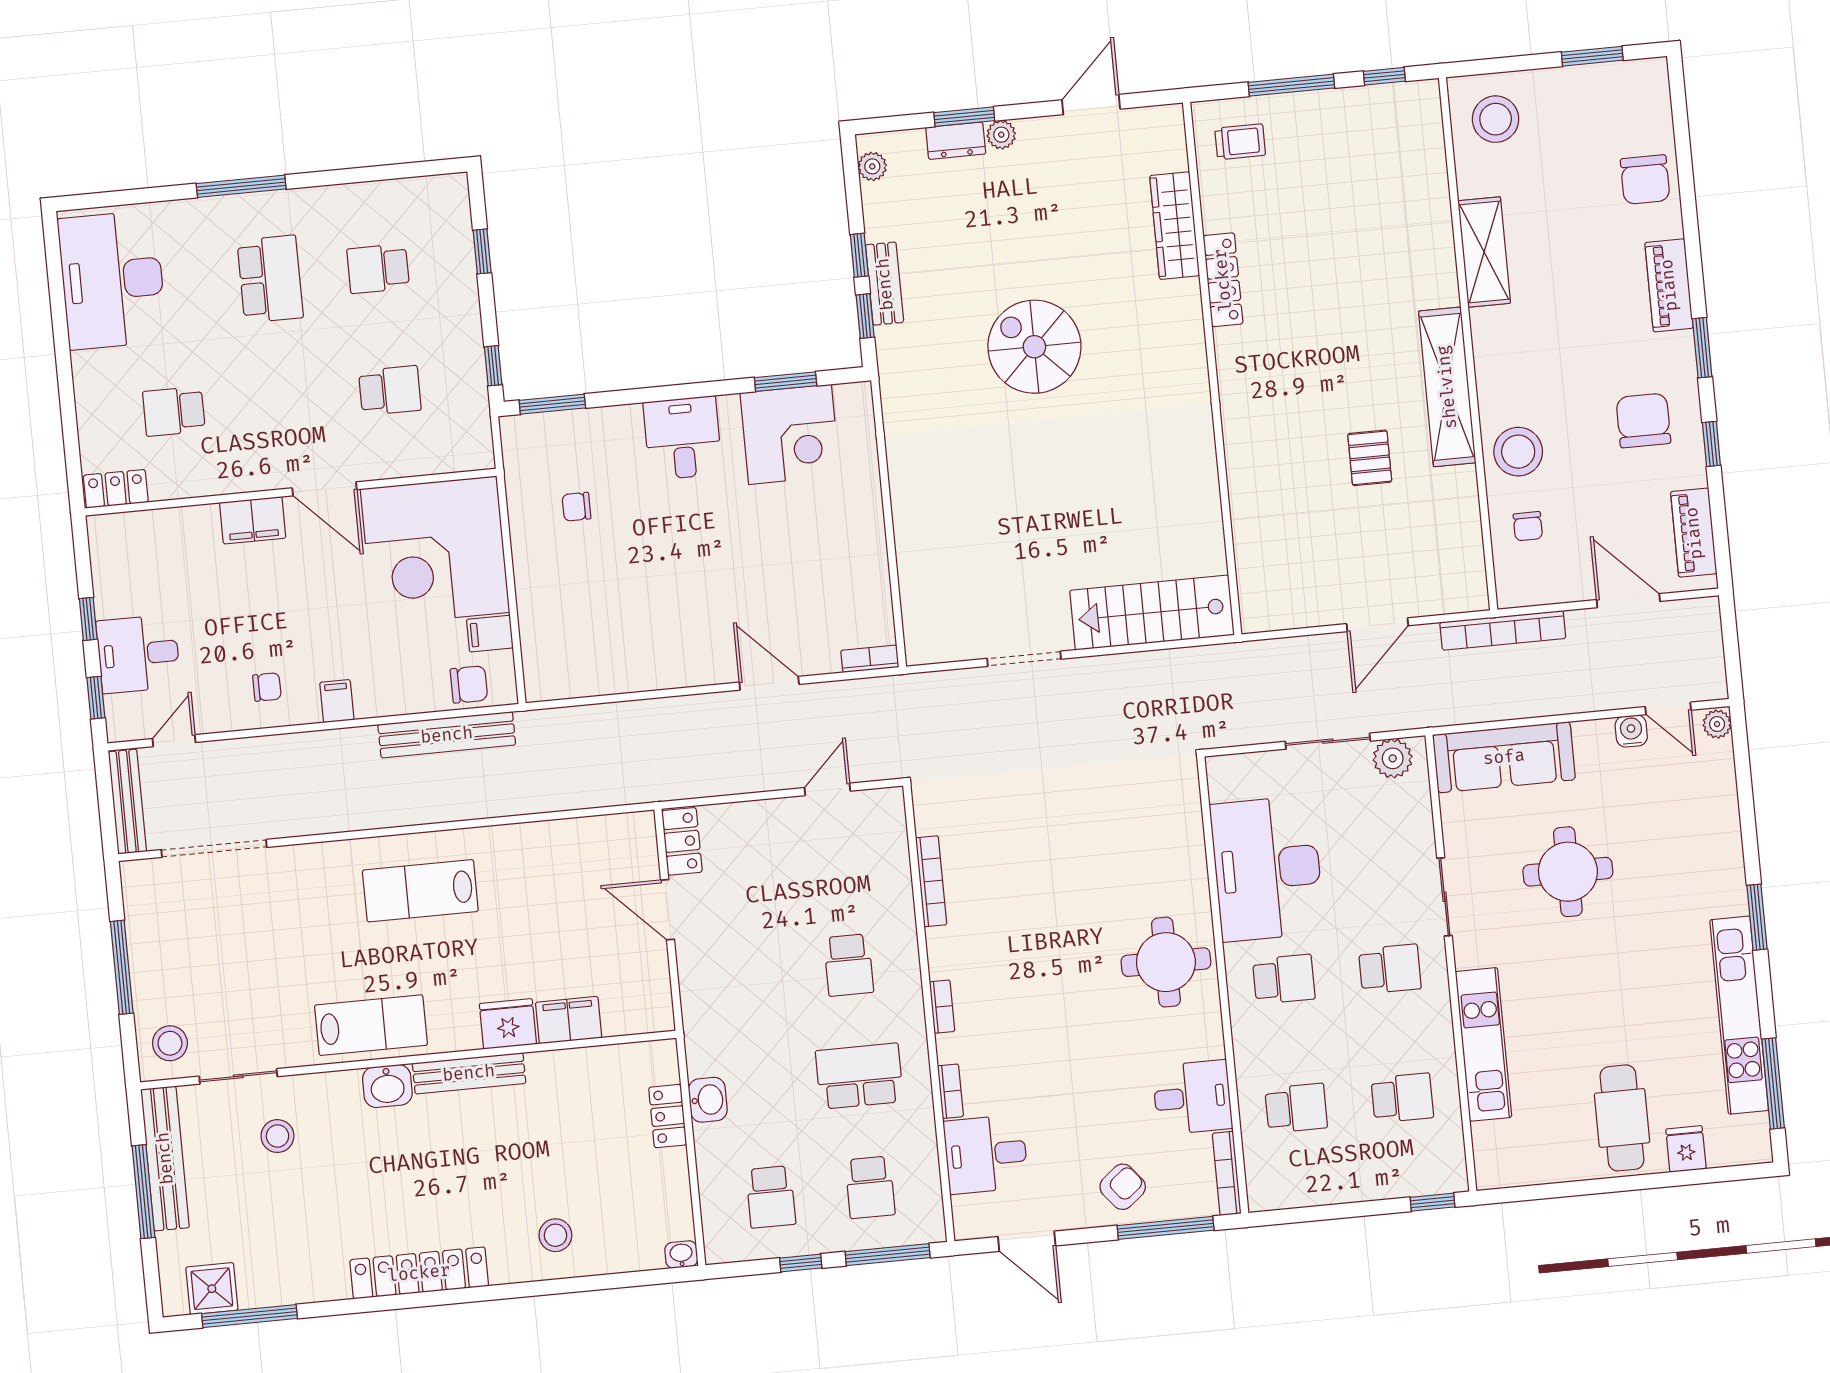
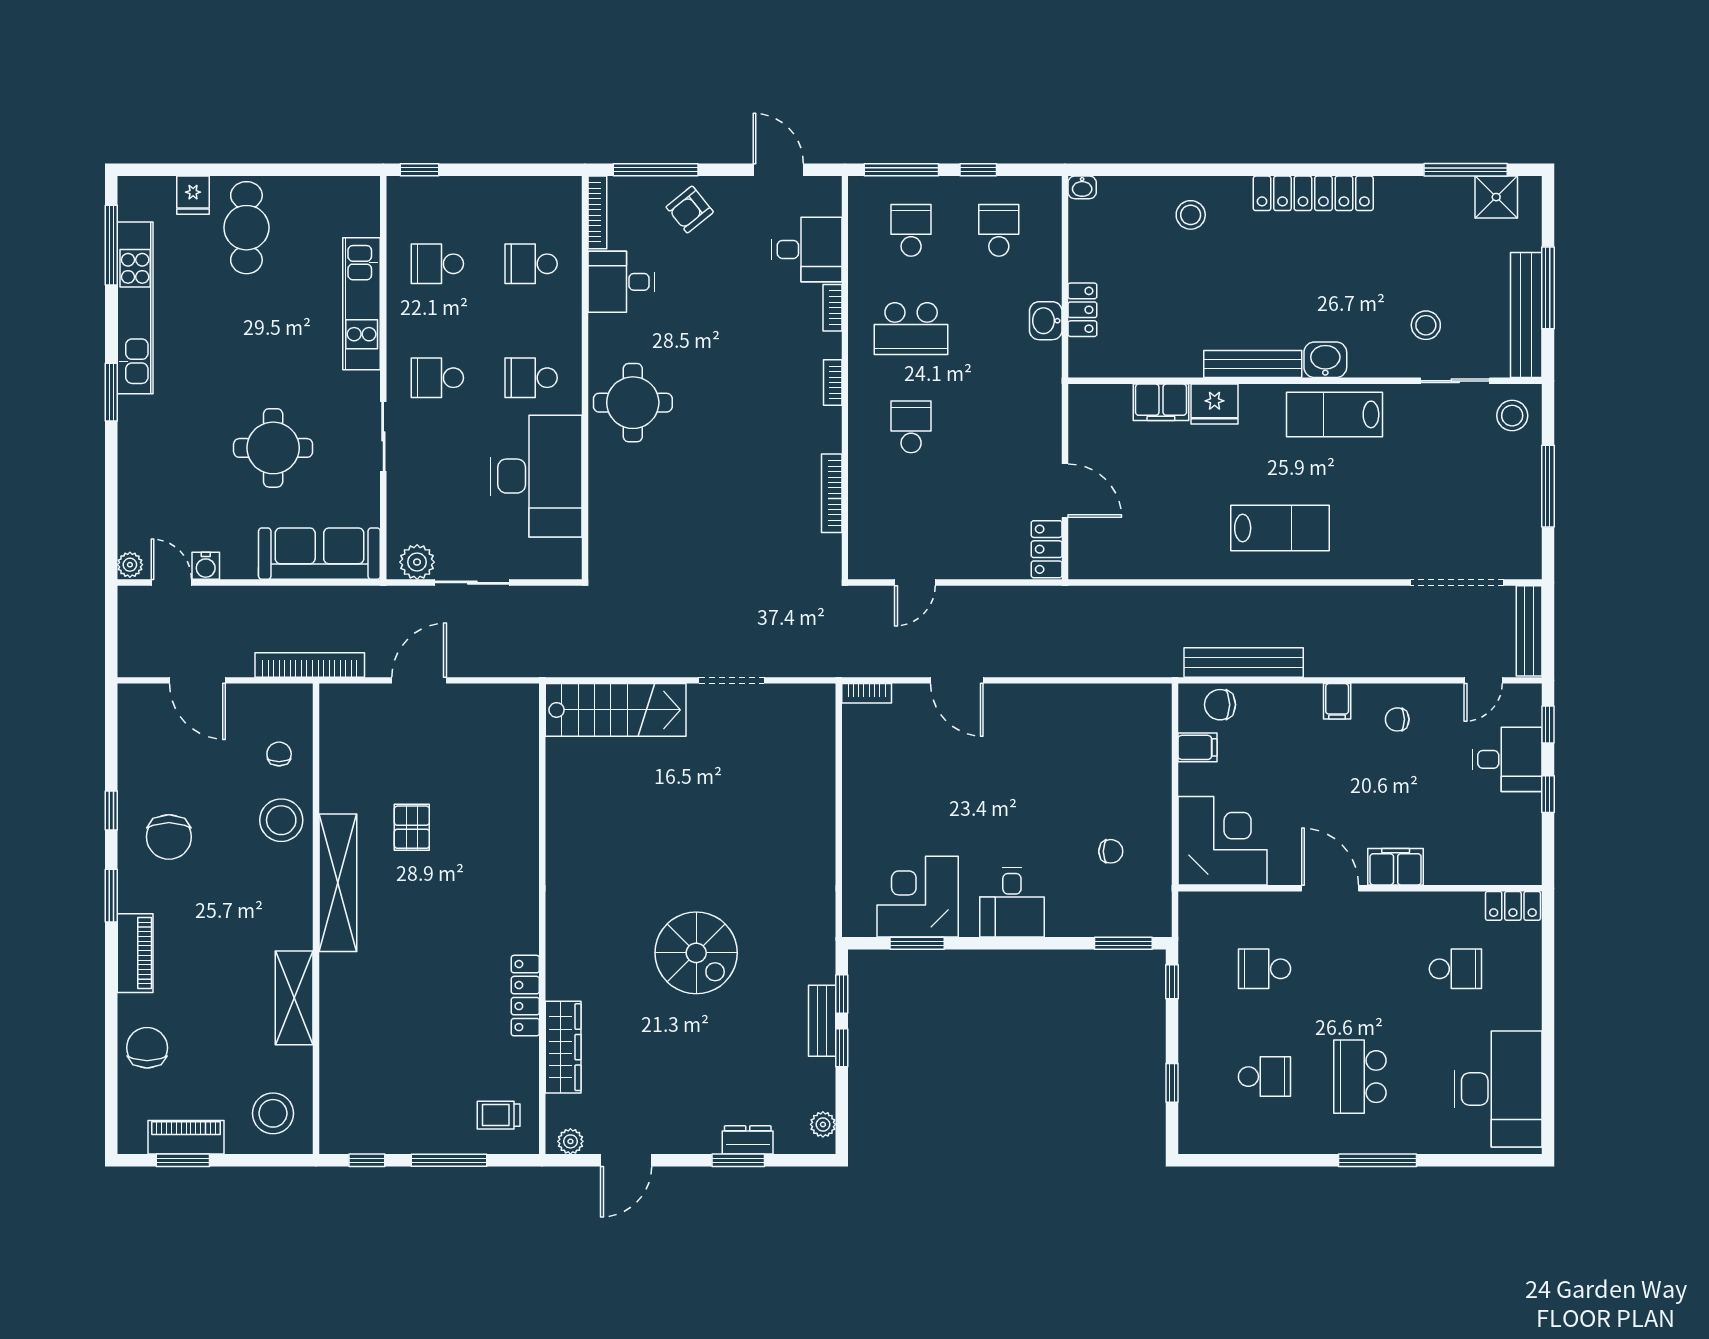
plant: (1001, 135) -> (570, 1141), moved
piano: (1694, 533) -> (186, 1137), moved, turned -90
corner desk: (435, 551) -> (1222, 841), width x0.74, depth x0.74

